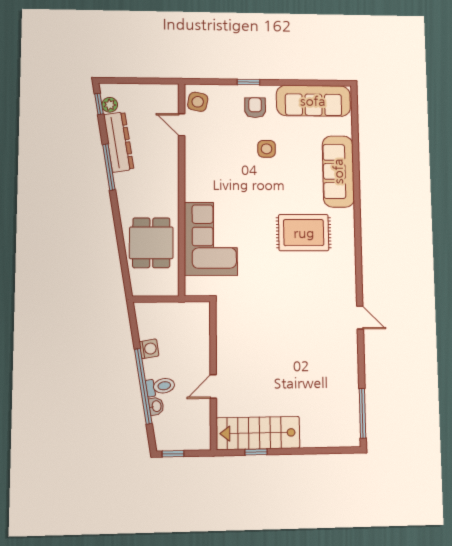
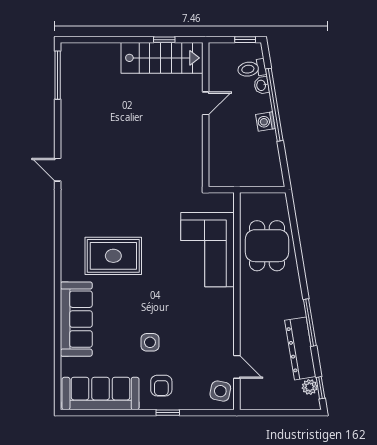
washing machine: (149, 349) -> (266, 121), moved
toilet: (160, 386) -> (252, 69), moved

